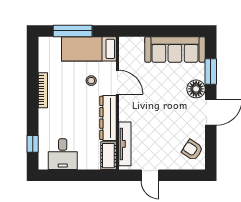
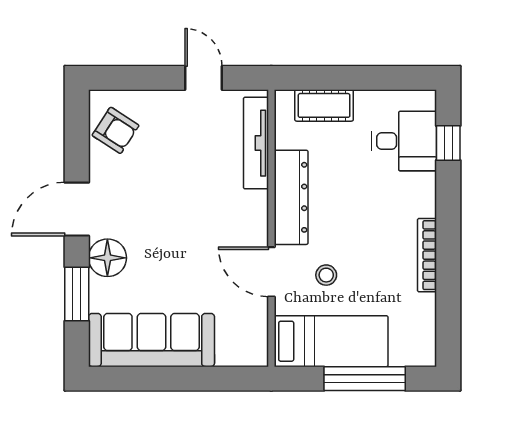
desk: (63, 154) -> (404, 141), moved, turned 90
cot: (108, 156) -> (324, 105), moved, turned 90

